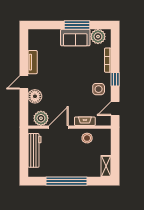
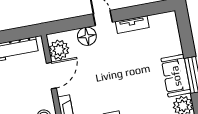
door: (58, 127) -> (51, 76), hinge flipped

